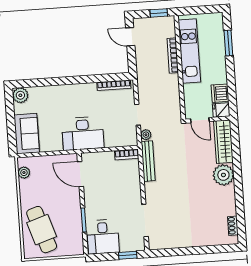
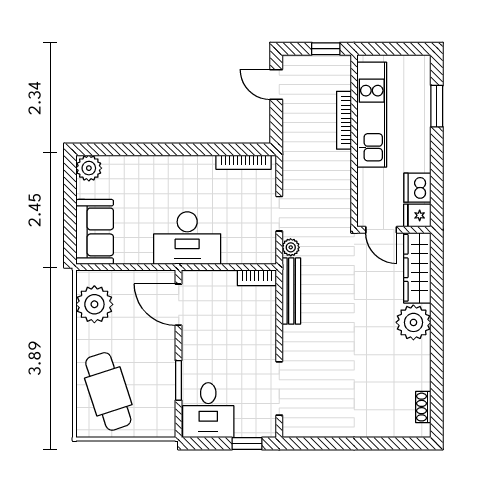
plant: (24, 173) -> (94, 304), width x1.88, depth x1.88

